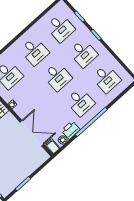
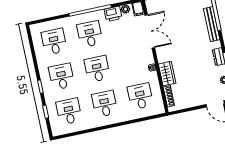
double door: (32, 133) -> (150, 31), swing flipped

